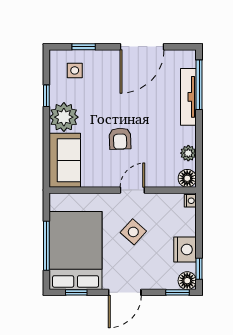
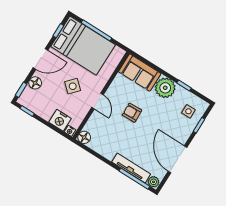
plant: (188, 153) -> (153, 182), moved
nightstand: (185, 250) -> (60, 120), moved
floor lamp: (187, 281) -> (35, 83), moved
door: (125, 292) -> (40, 59), swing flipped

